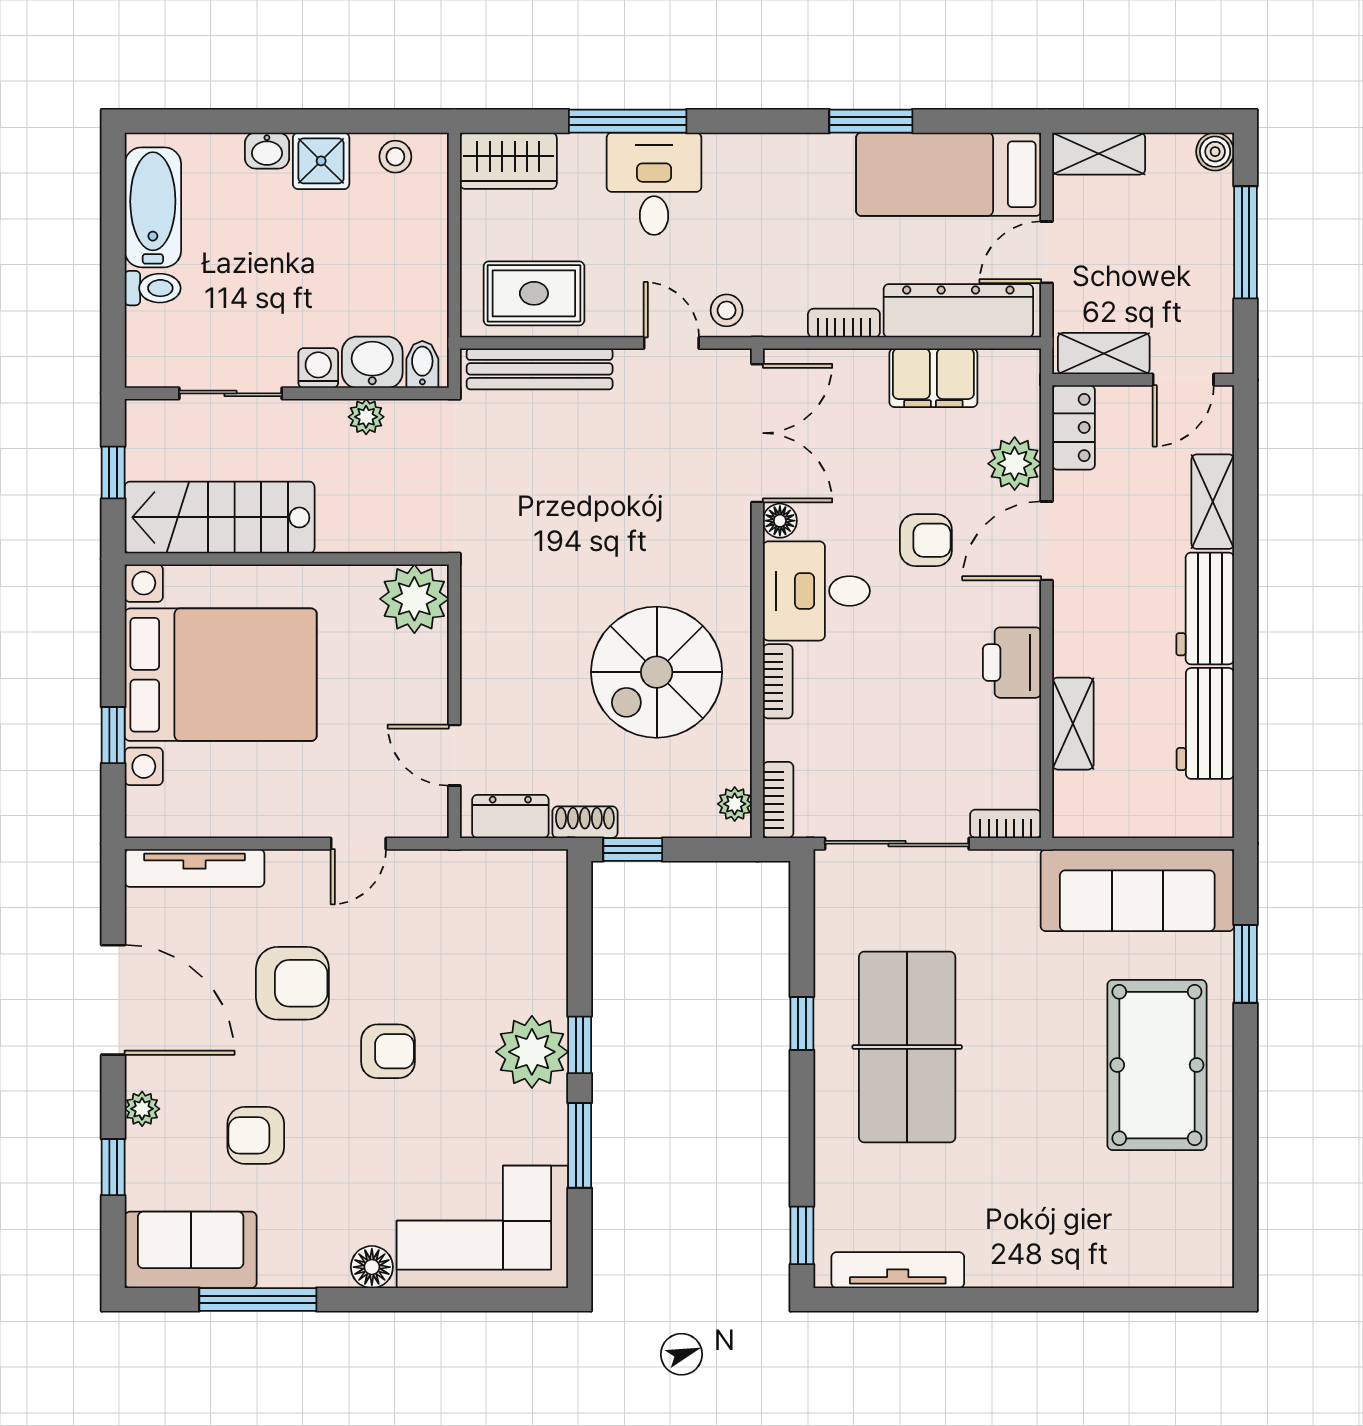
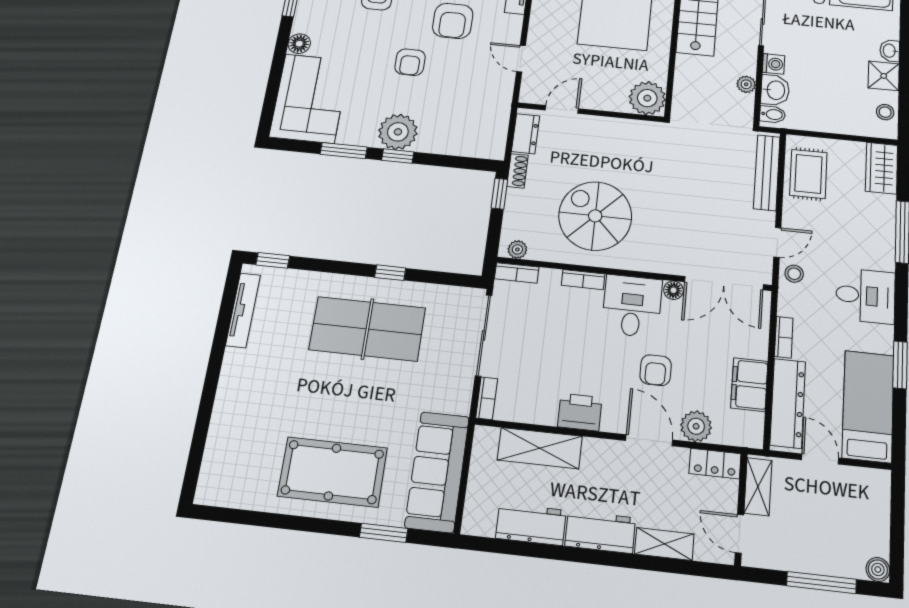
shelving: (1099, 154) -> (878, 497), removed
desk: (654, 184) -> (865, 296), moved
shelving: (1073, 724) -> (540, 448), width x1.50, depth x1.33

